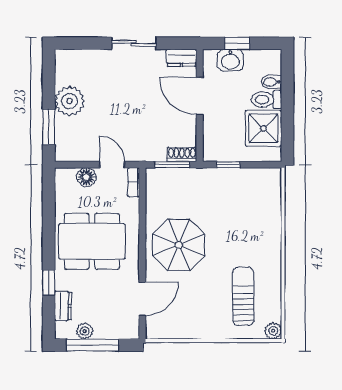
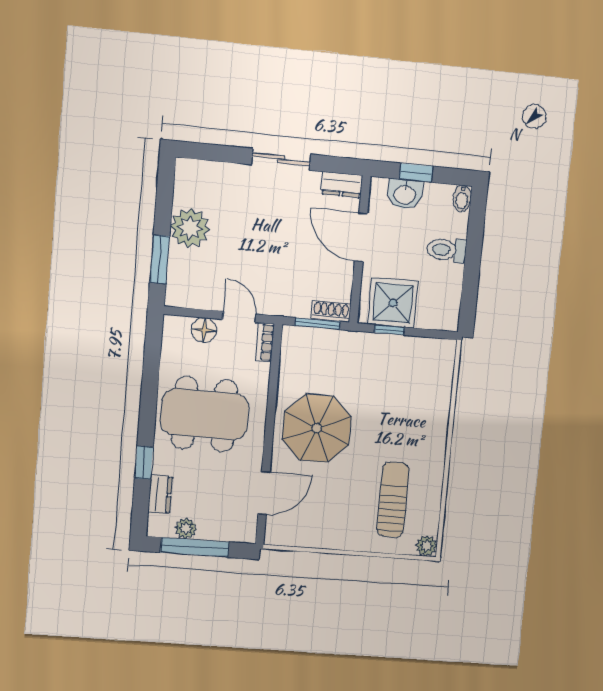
bidet: (271, 82) -> (462, 198), moved, turned -90
shower: (263, 128) -> (393, 303), moved

